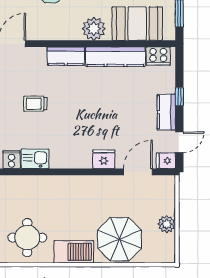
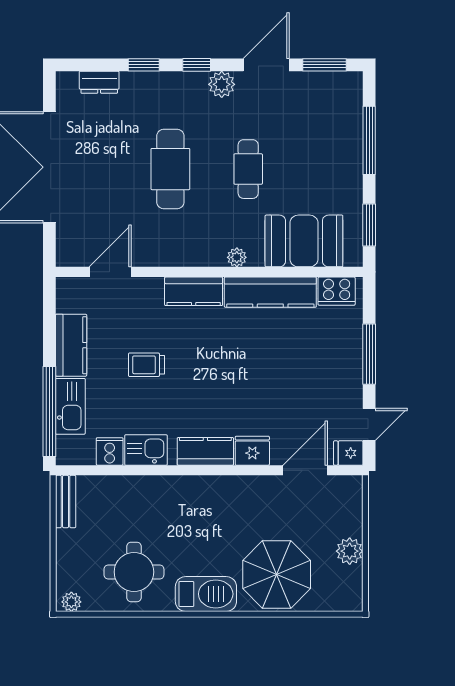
plant: (94, 29) -> (237, 257), width x0.53, depth x0.53
window: (179, 97) -> (369, 354), width x2.17
kitchen counter: (166, 112) -> (205, 451), moved, turned 90

